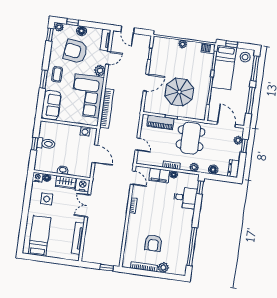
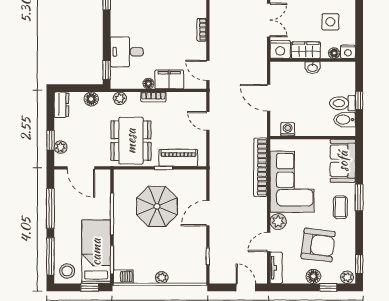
bidet: (46, 132) -> (345, 120), added

